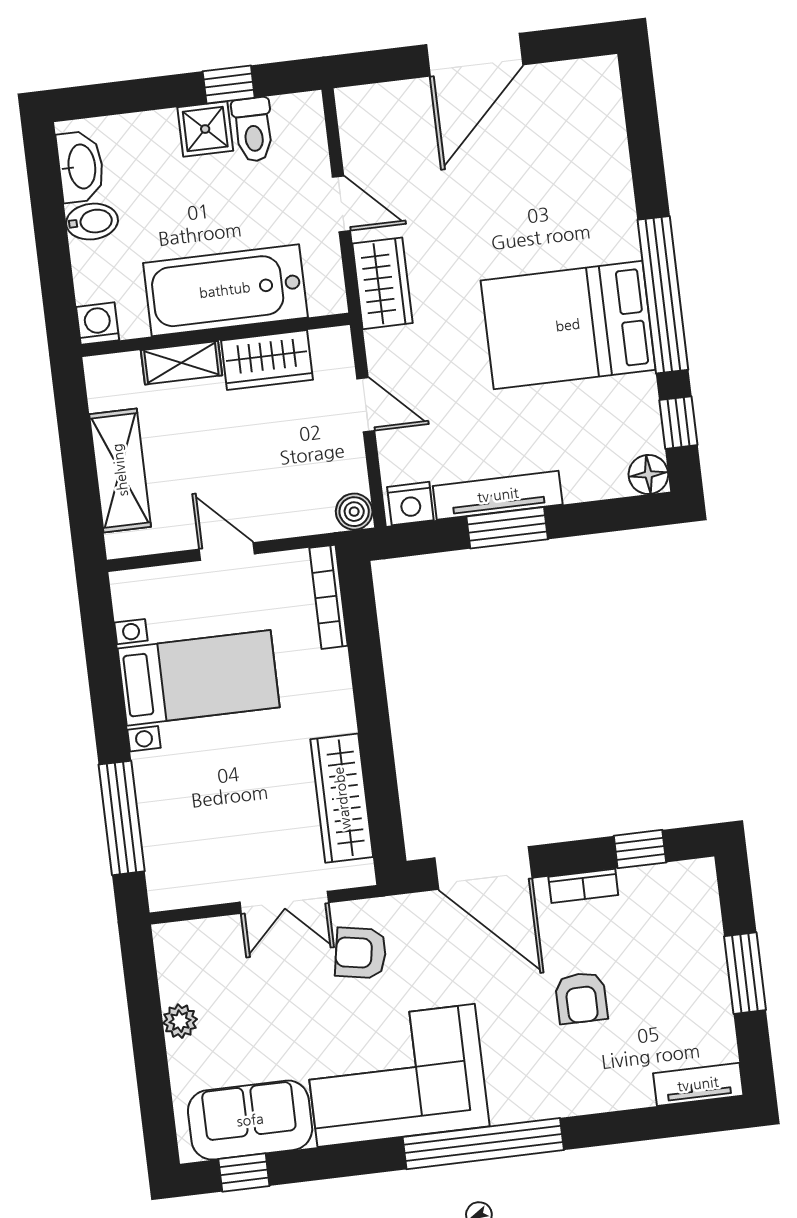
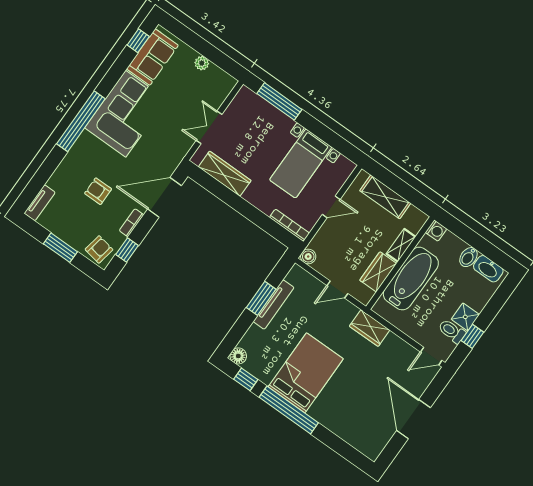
door: (341, 204) -> (431, 356), moved
nightstand: (410, 504) -> (295, 276), removed
armchair: (361, 953) -> (99, 249), moved

